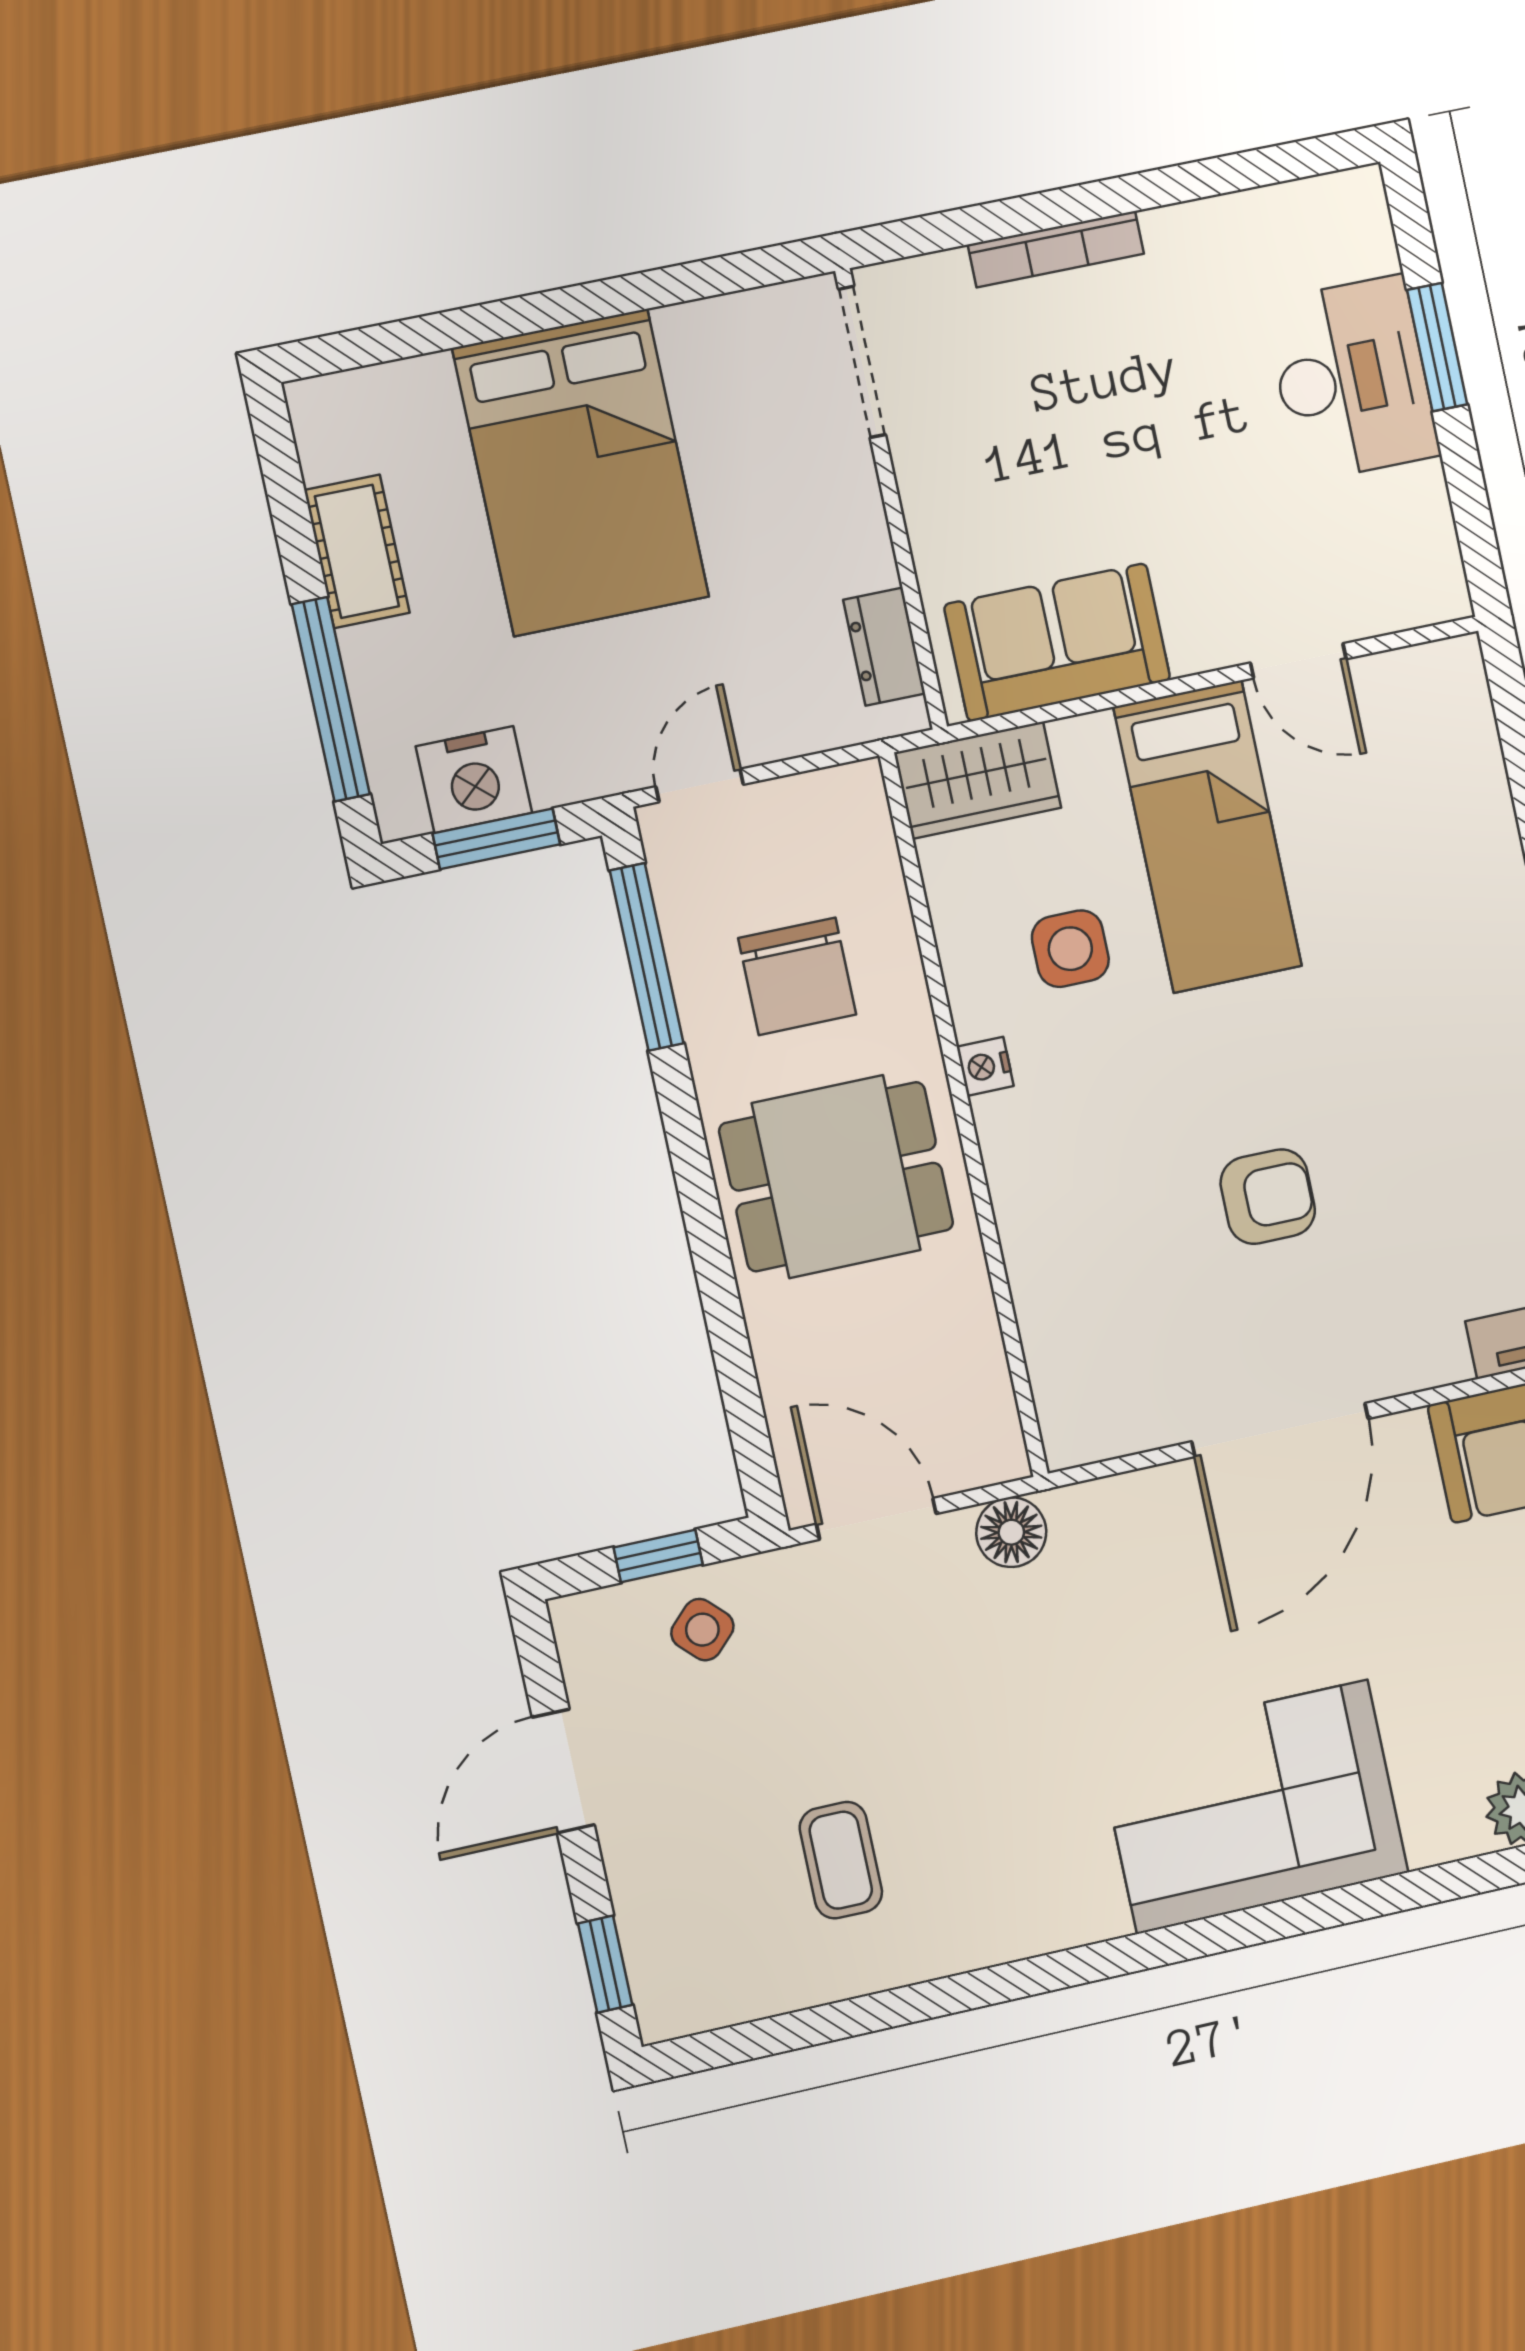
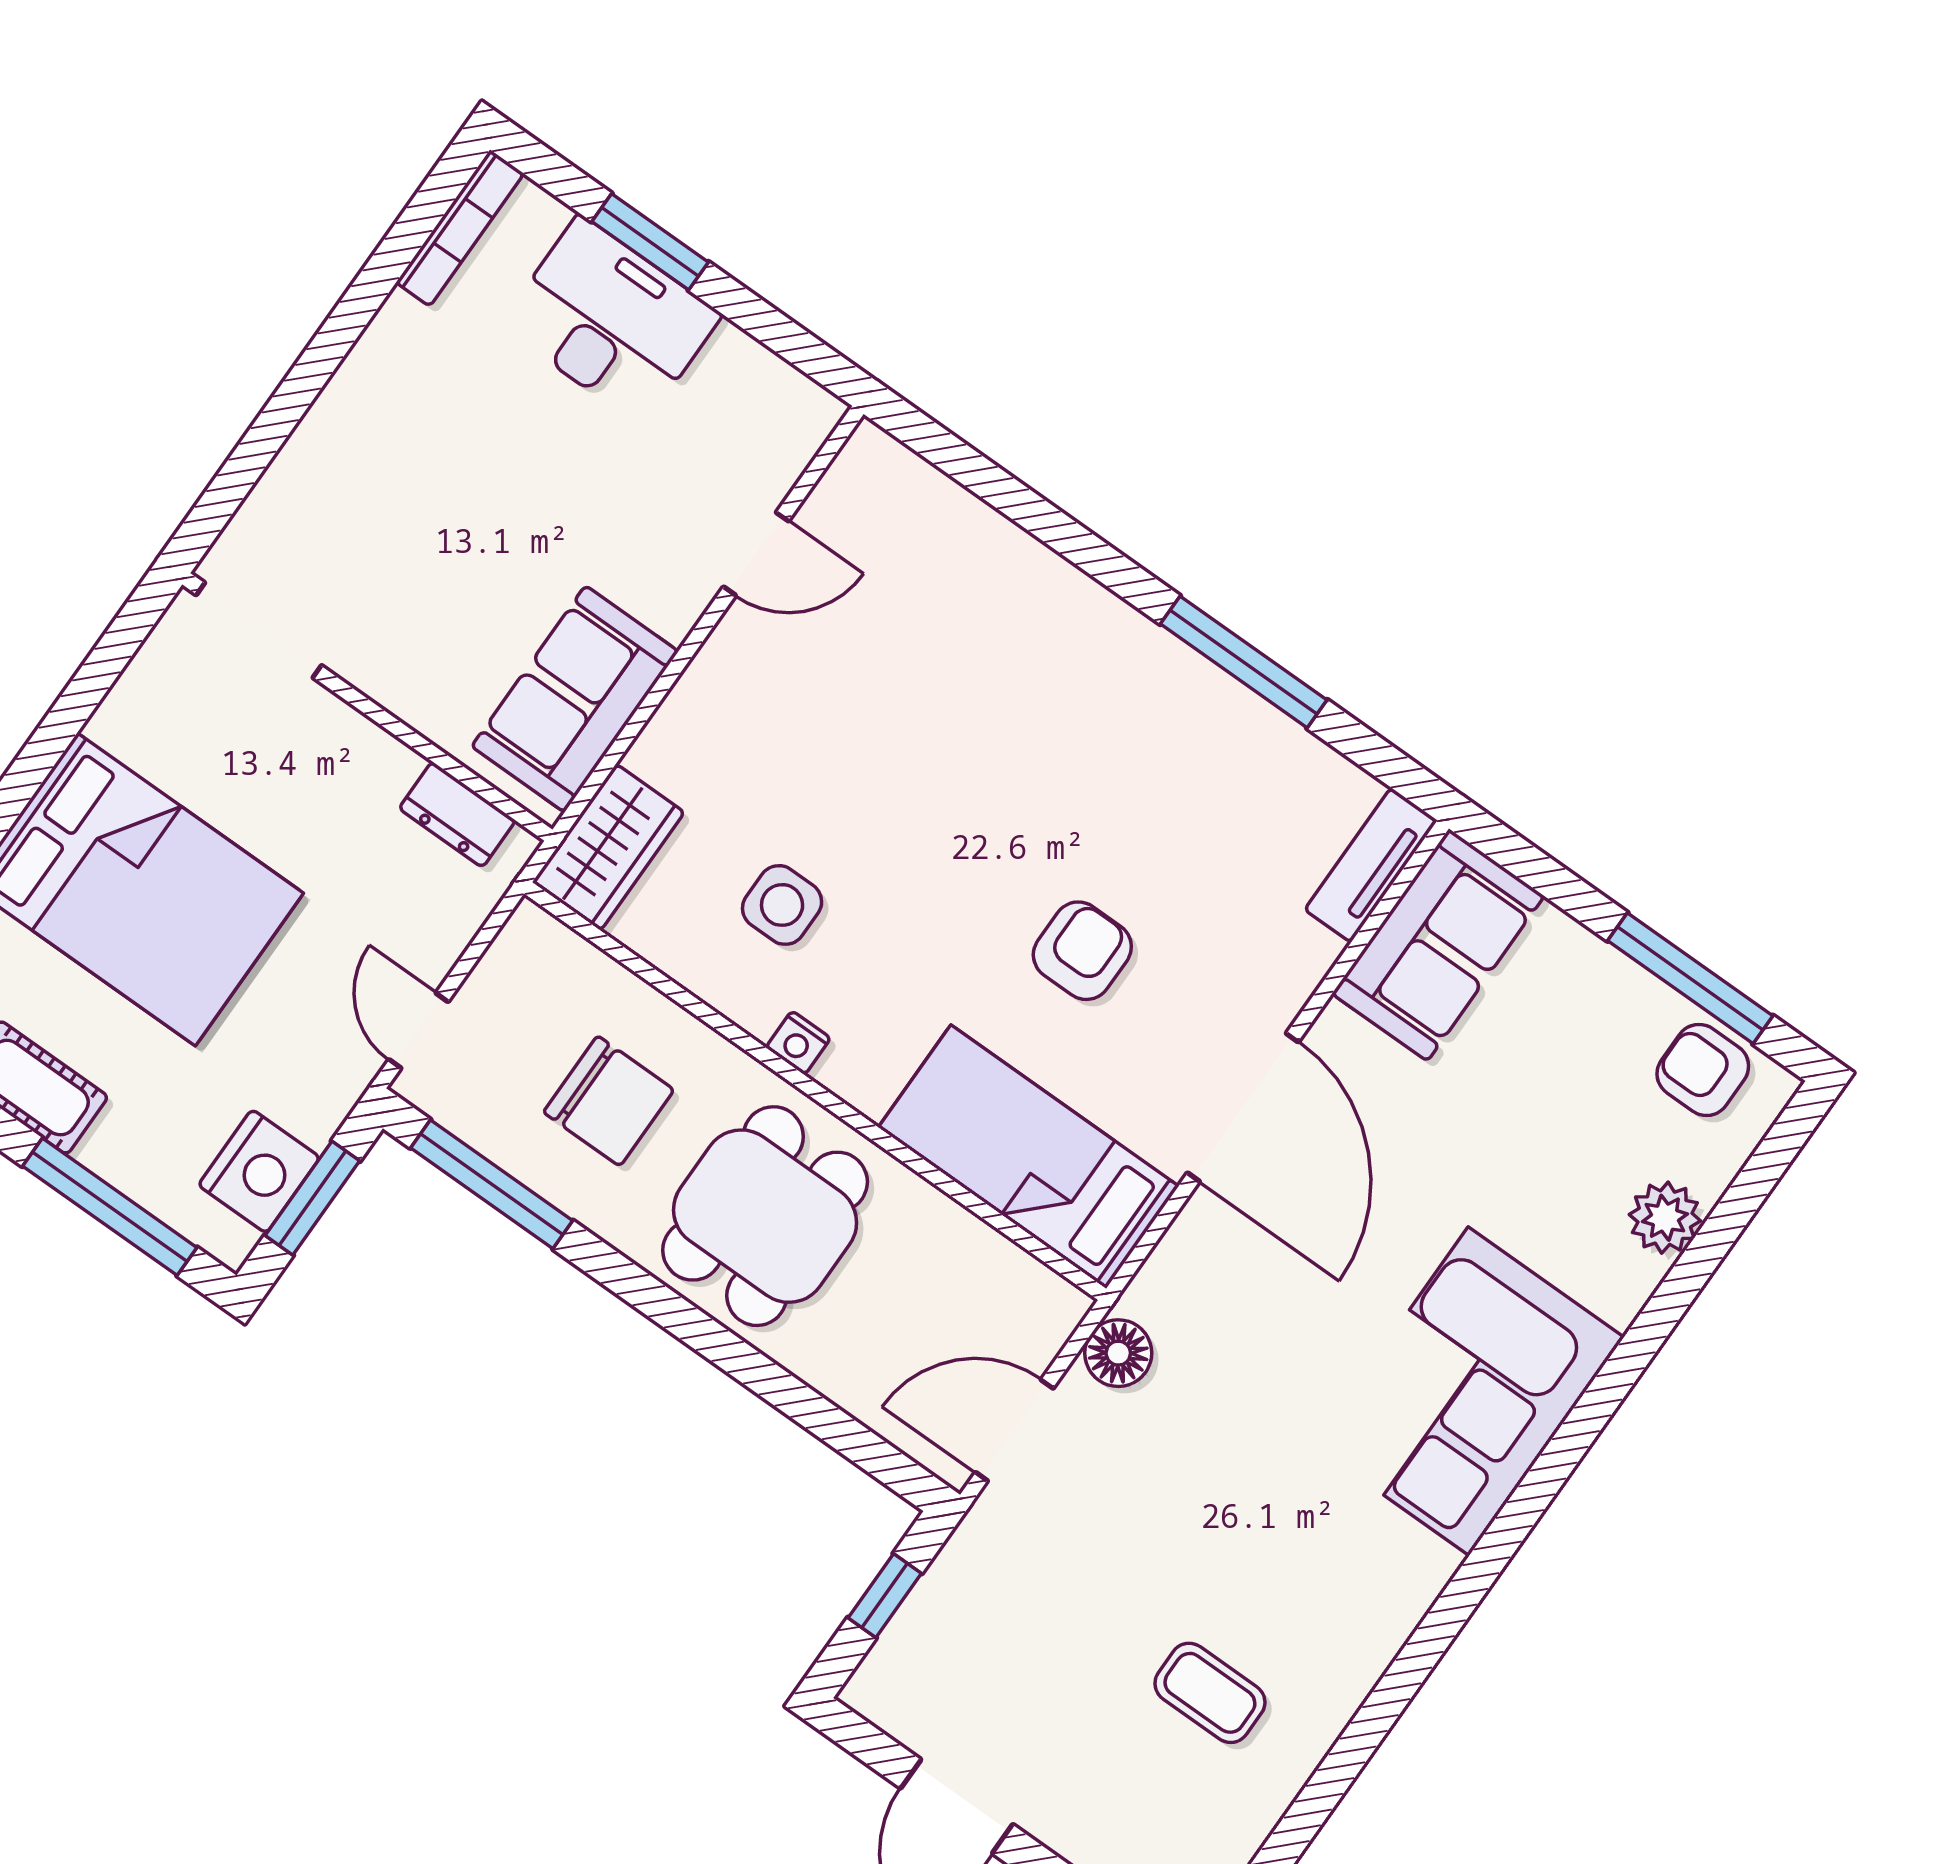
bookcase: (1056, 249) -> (460, 228), moved
bed: (1208, 837) -> (1029, 1157), moved, turned 180
side table: (702, 1630) -> (963, 1619), removed

